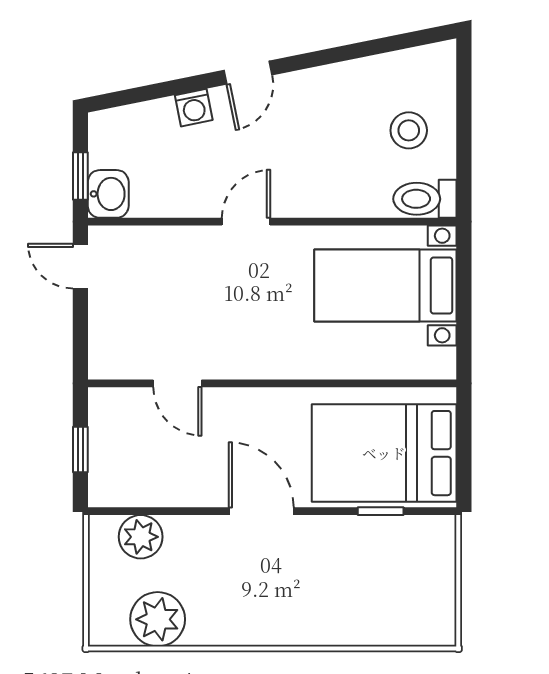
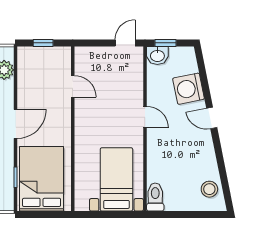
washing machine: (194, 108) -> (188, 89), width x1.89, depth x1.89
stool: (409, 130) -> (209, 189), moved
door: (177, 383) -> (73, 86), swing flipped

